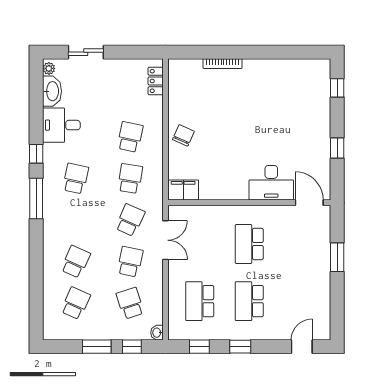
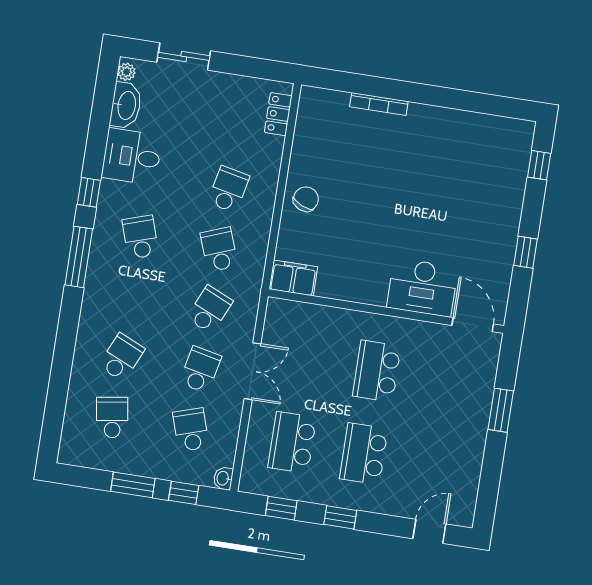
school desk: (76, 179) -> (140, 237), turned -30
school desk: (130, 179) -> (219, 249), turned -30
double door: (166, 240) -> (253, 371), moved
school desk: (76, 303) -> (112, 417), turned -33

